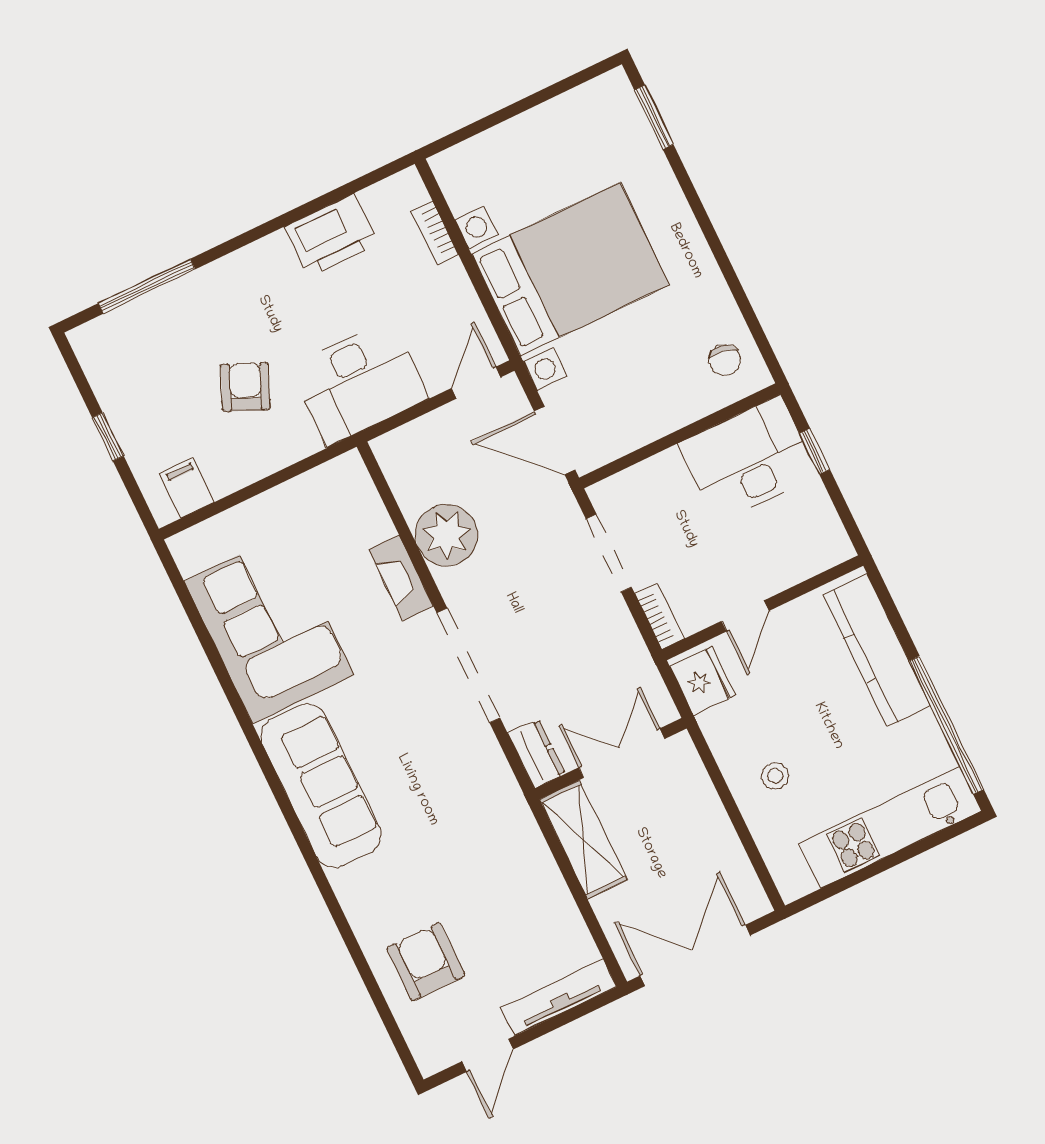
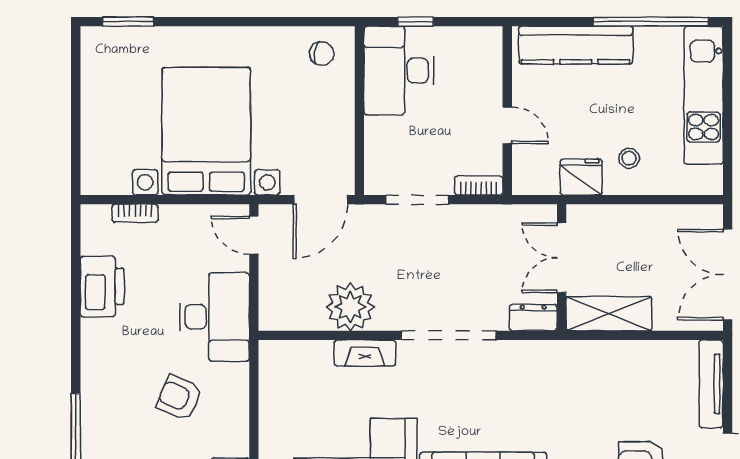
fridge: (703, 681) -> (581, 177), moved

